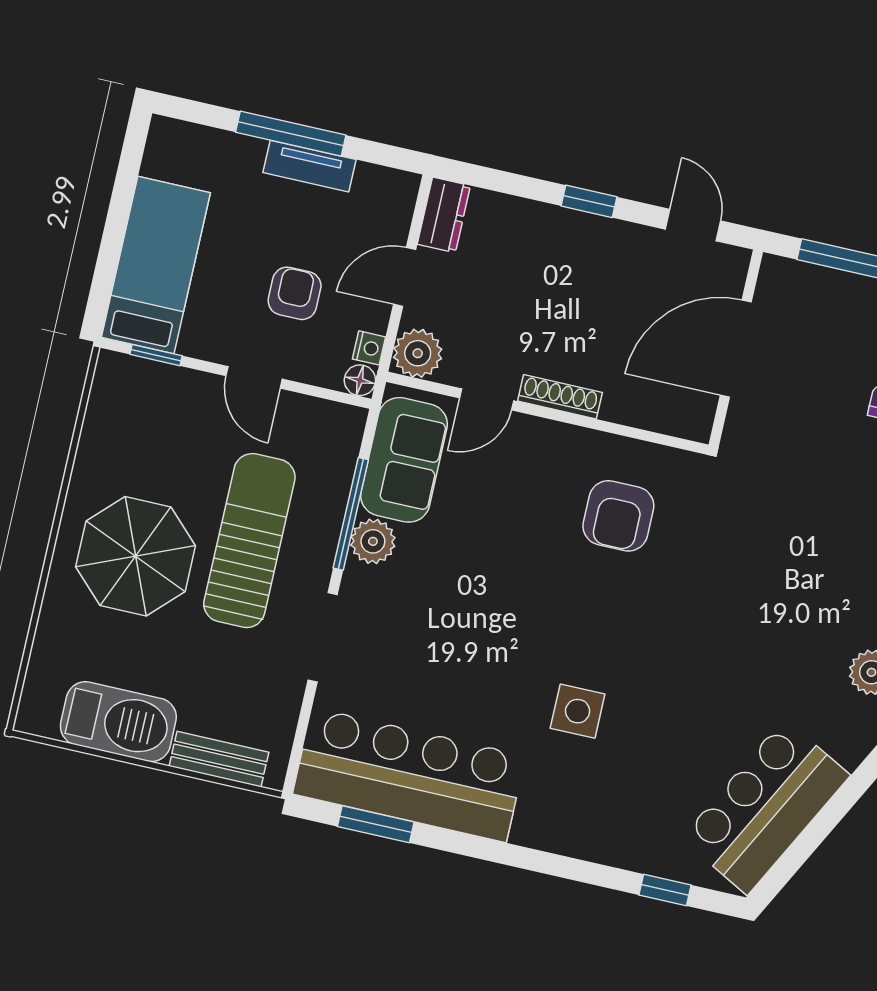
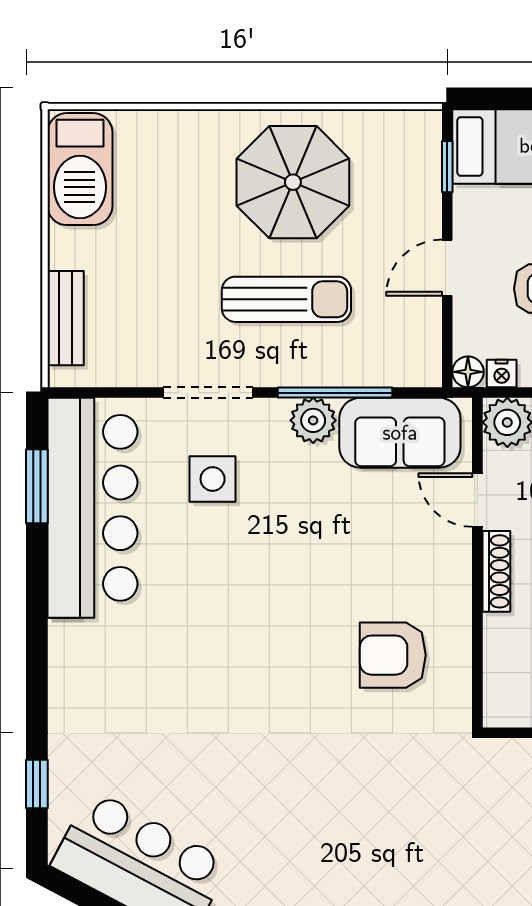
sun lounger: (249, 541) -> (286, 299), width x0.73, depth x0.75
parasol: (136, 556) -> (293, 182), moved
side table: (578, 711) -> (213, 479), moved
barbecue: (118, 722) -> (80, 169), moved

